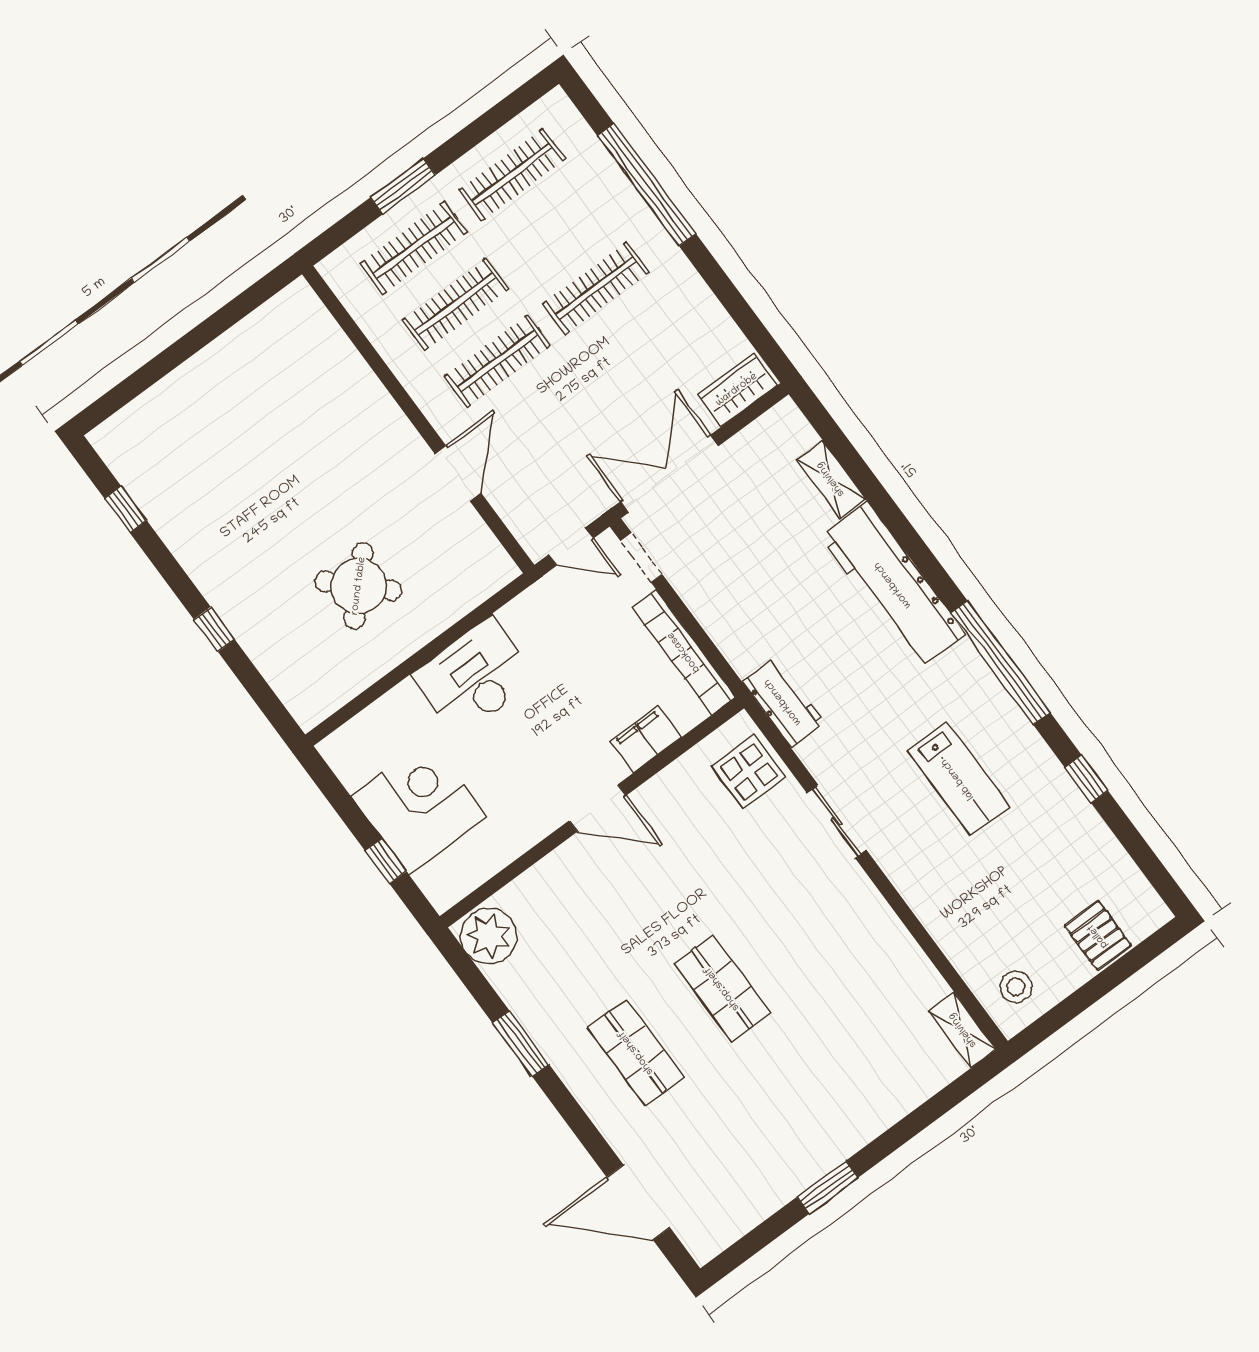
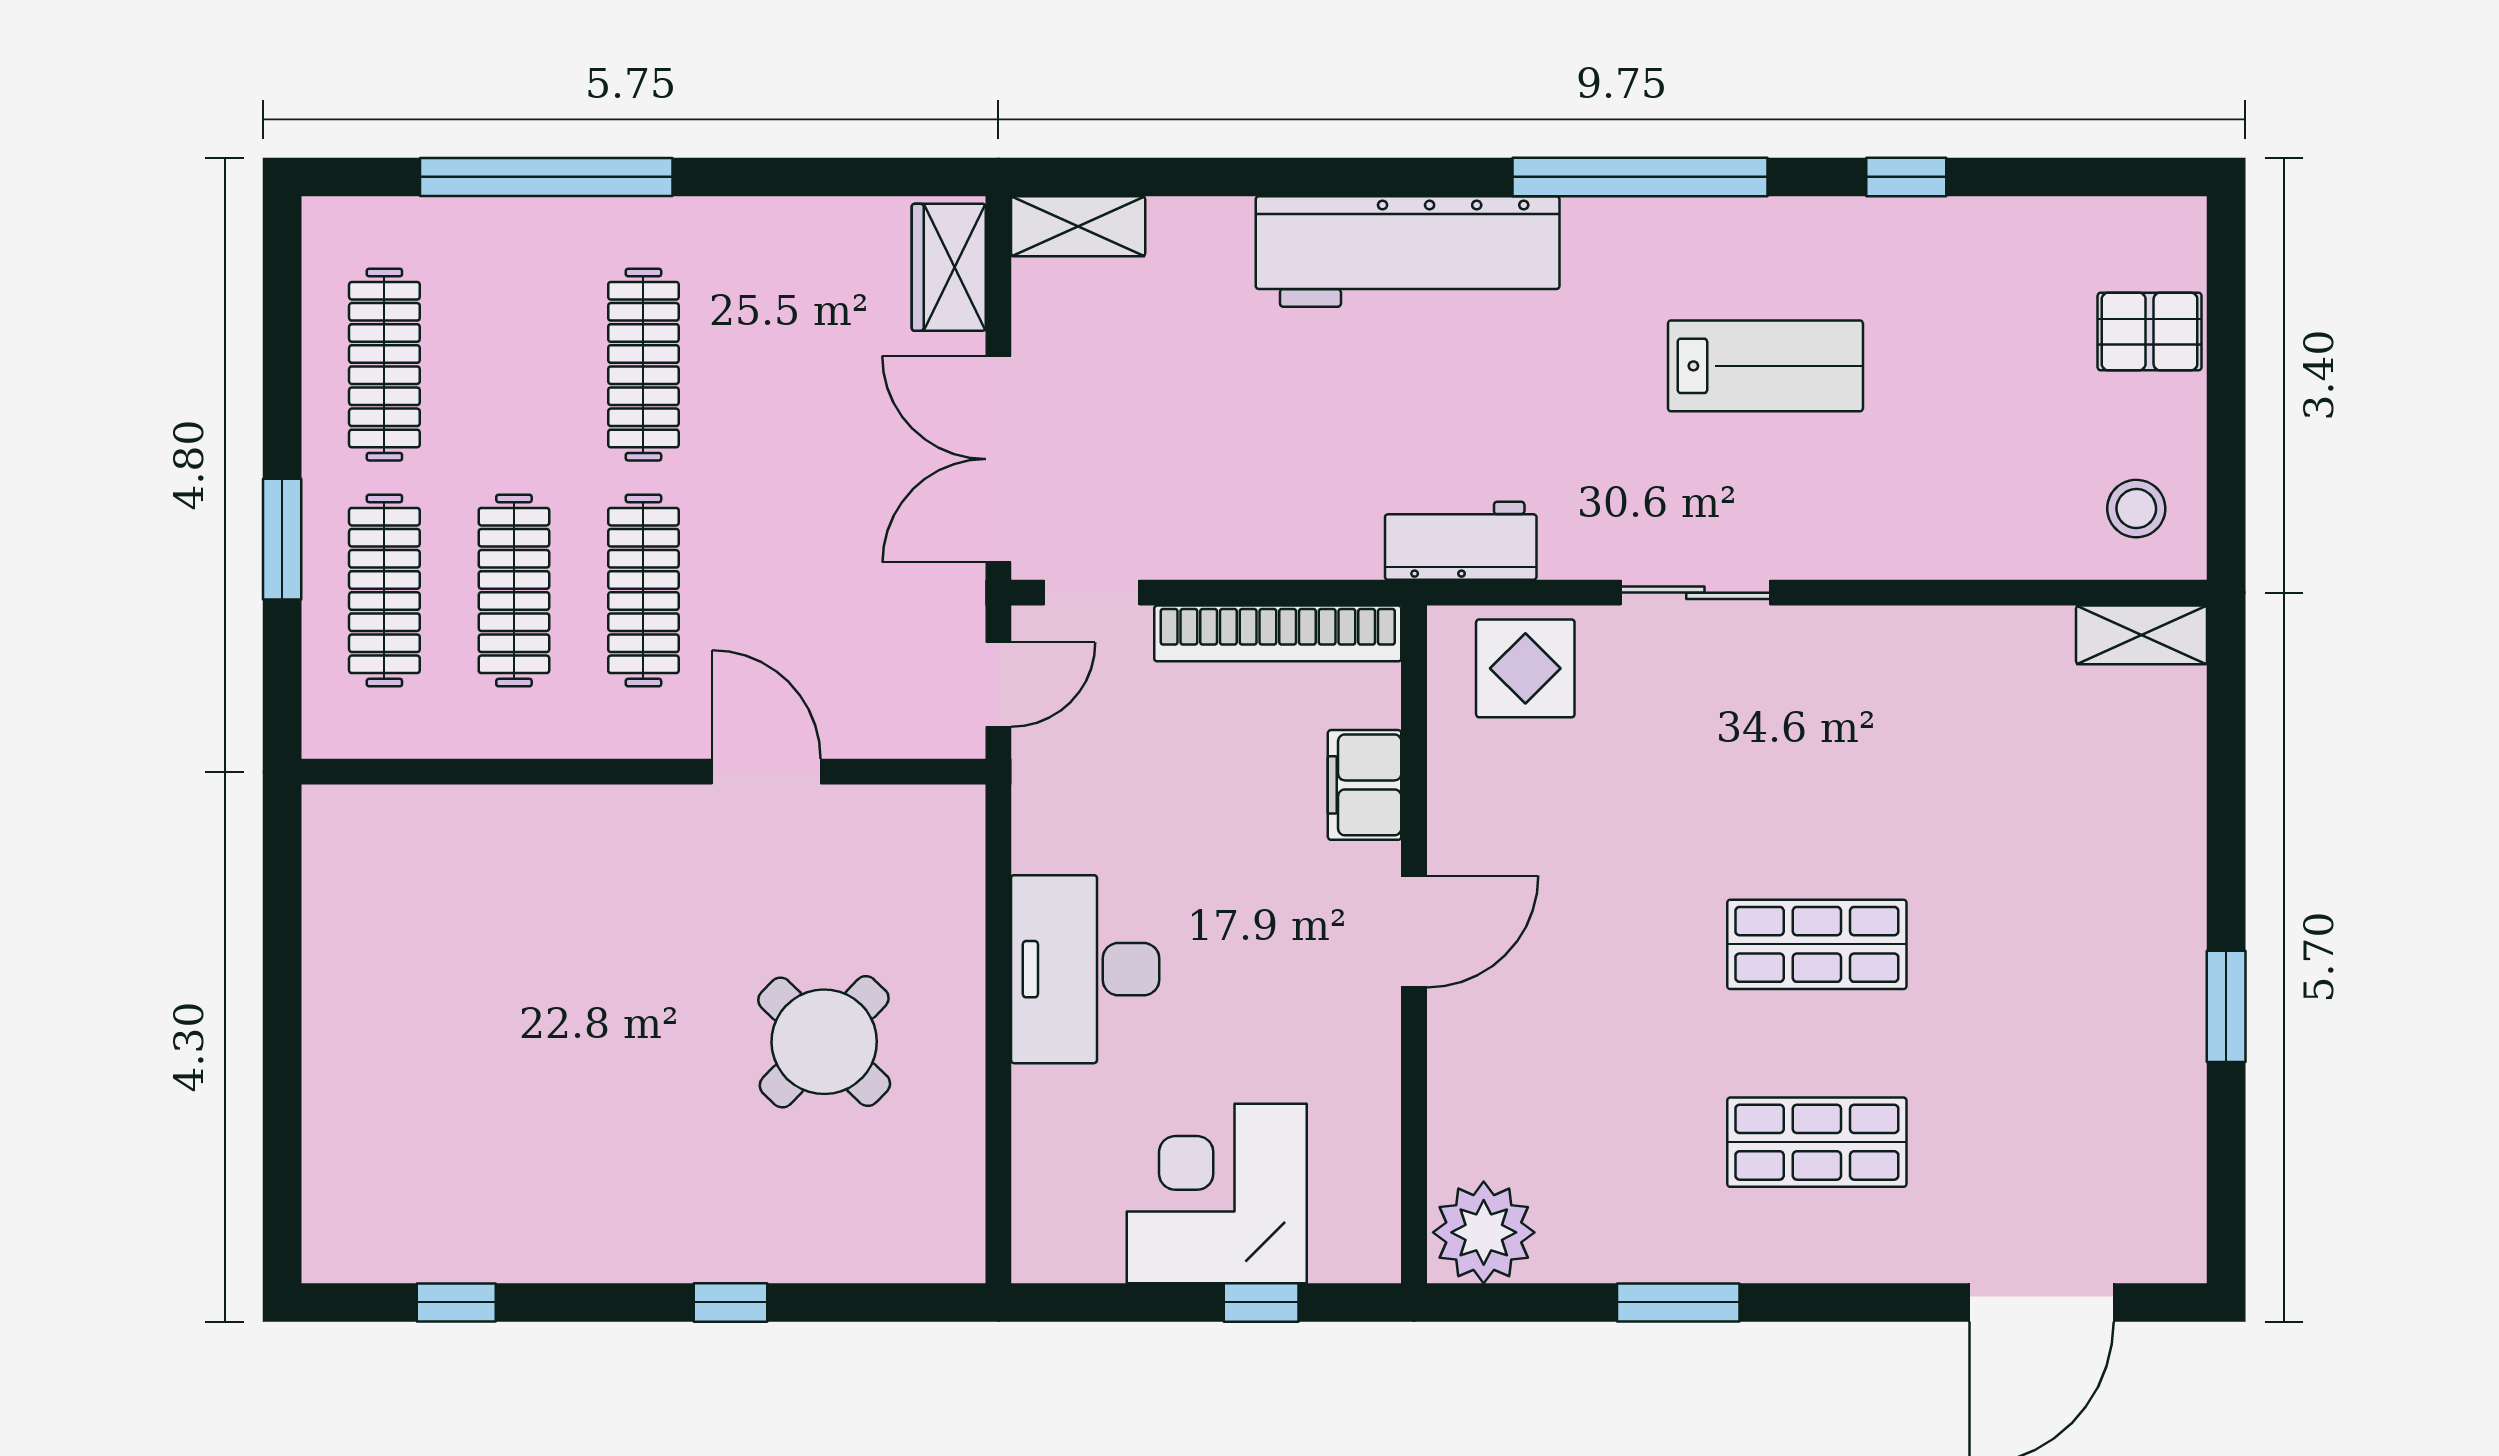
shelving: (831, 479) -> (1078, 226), moved

